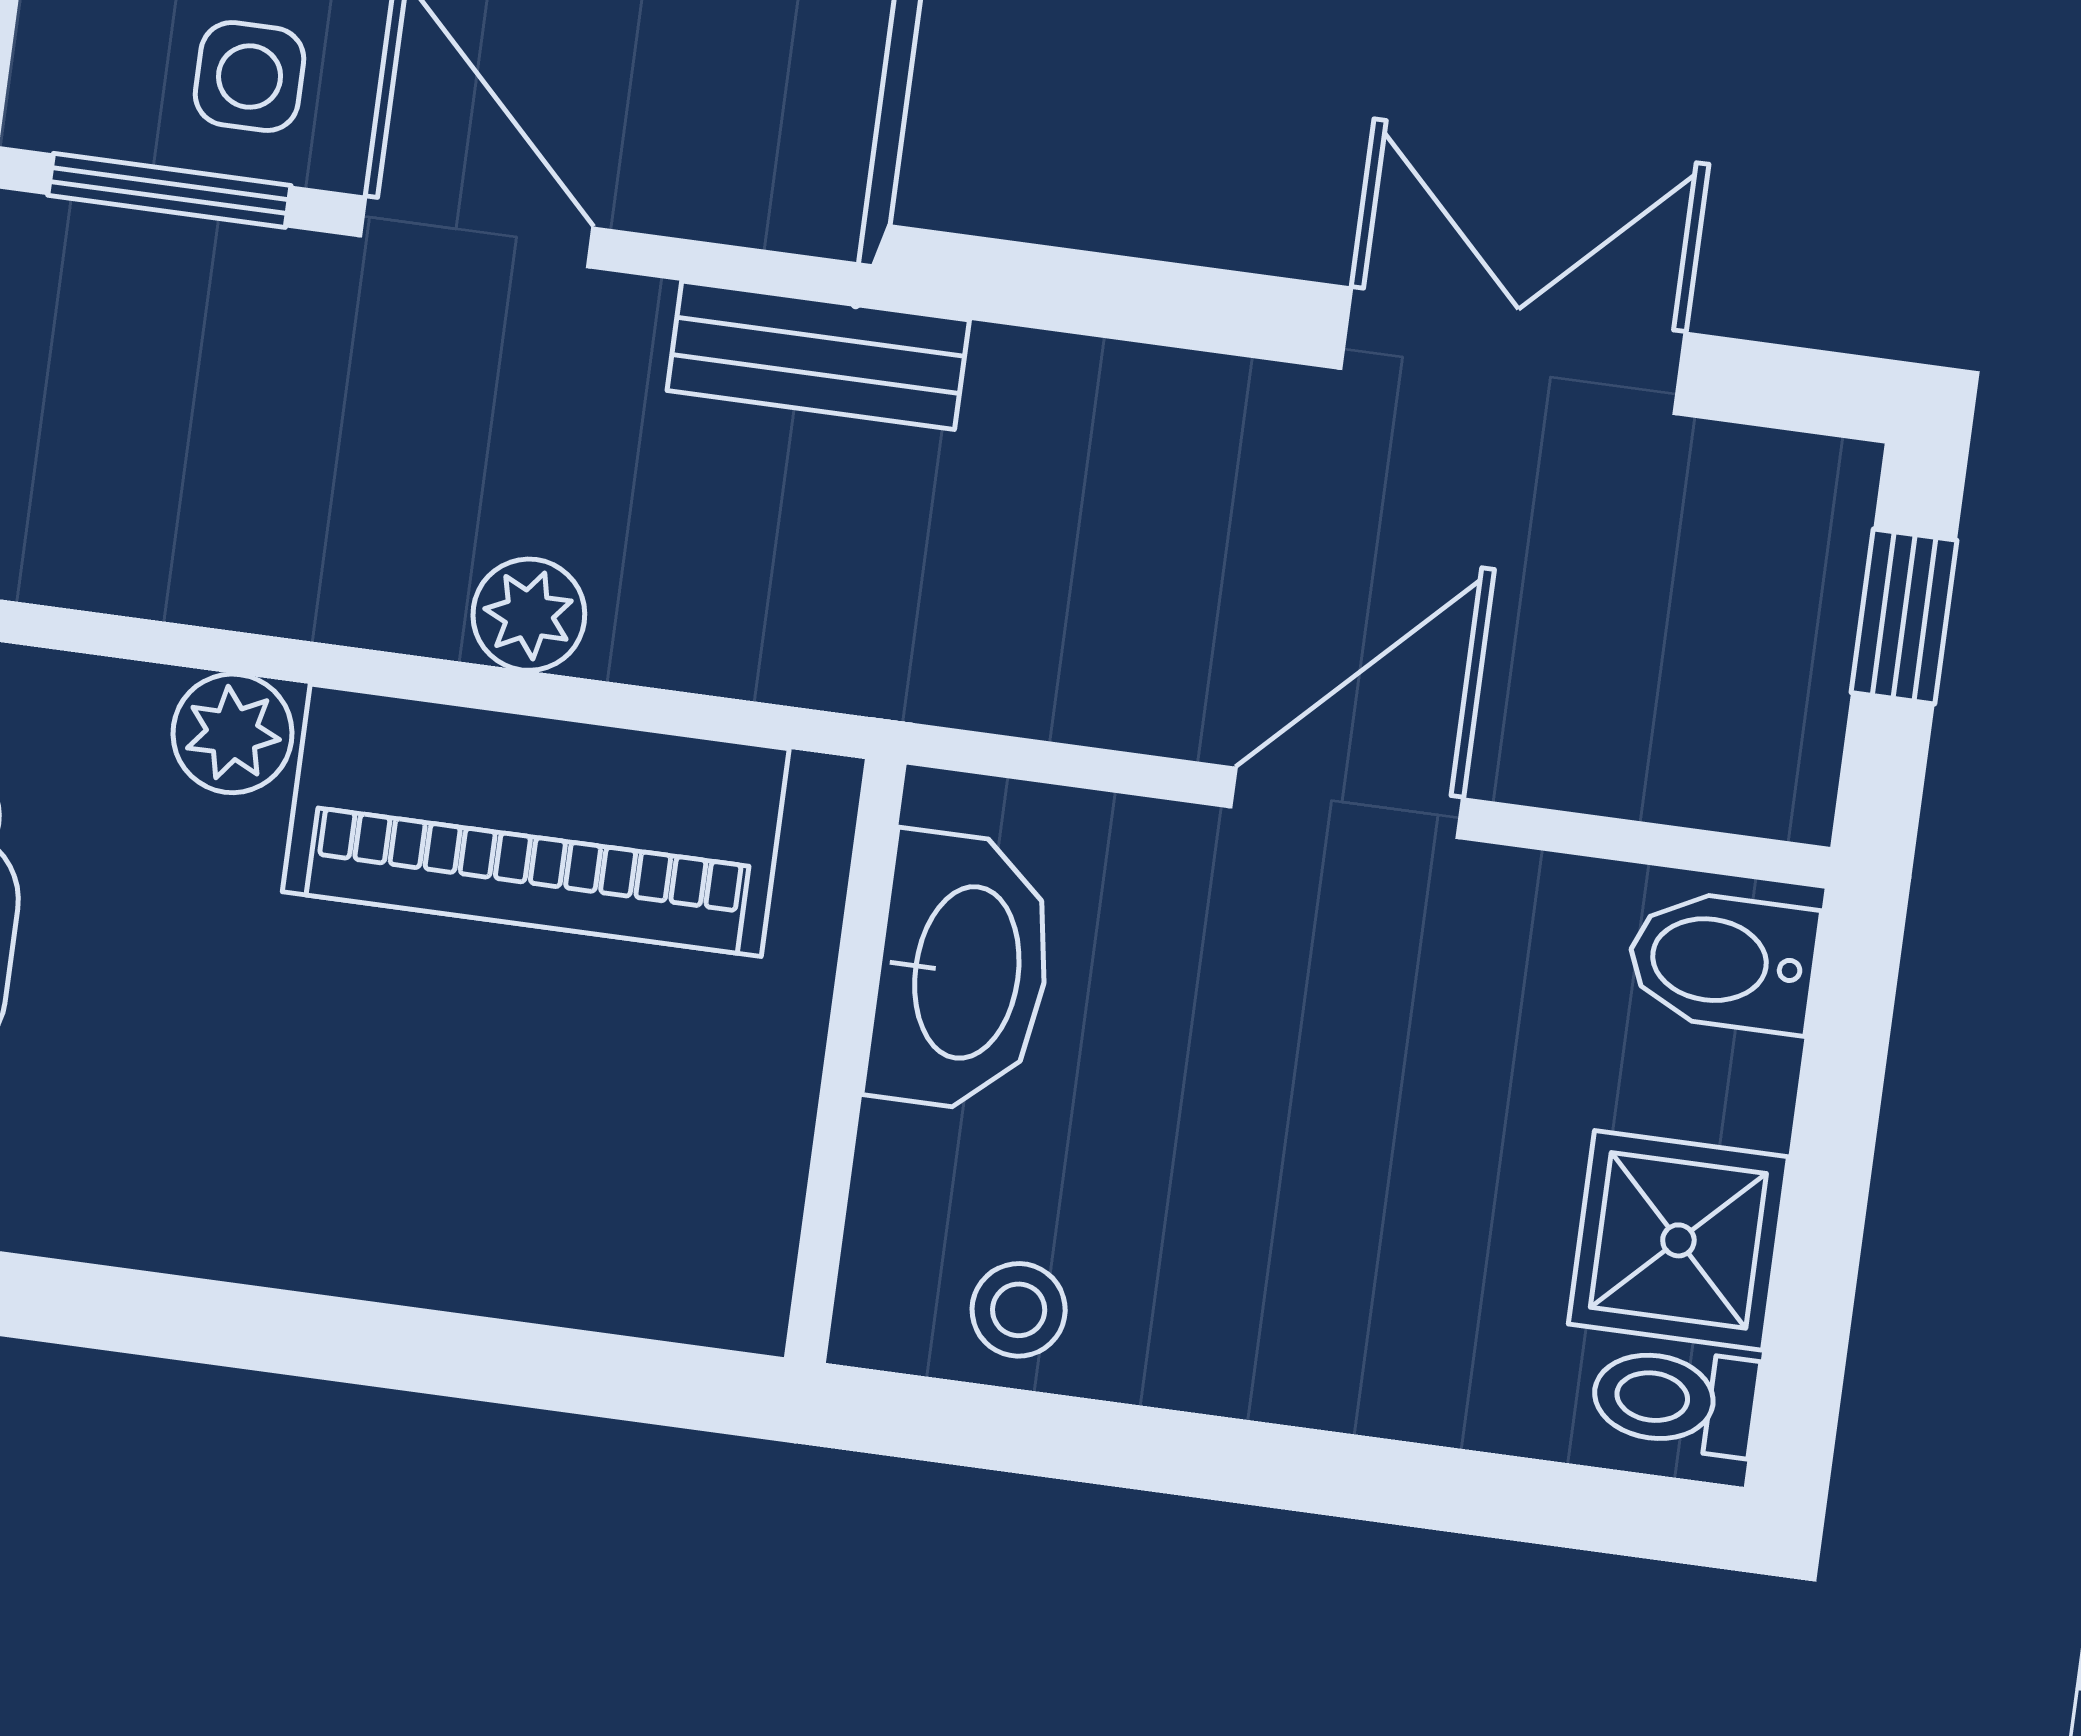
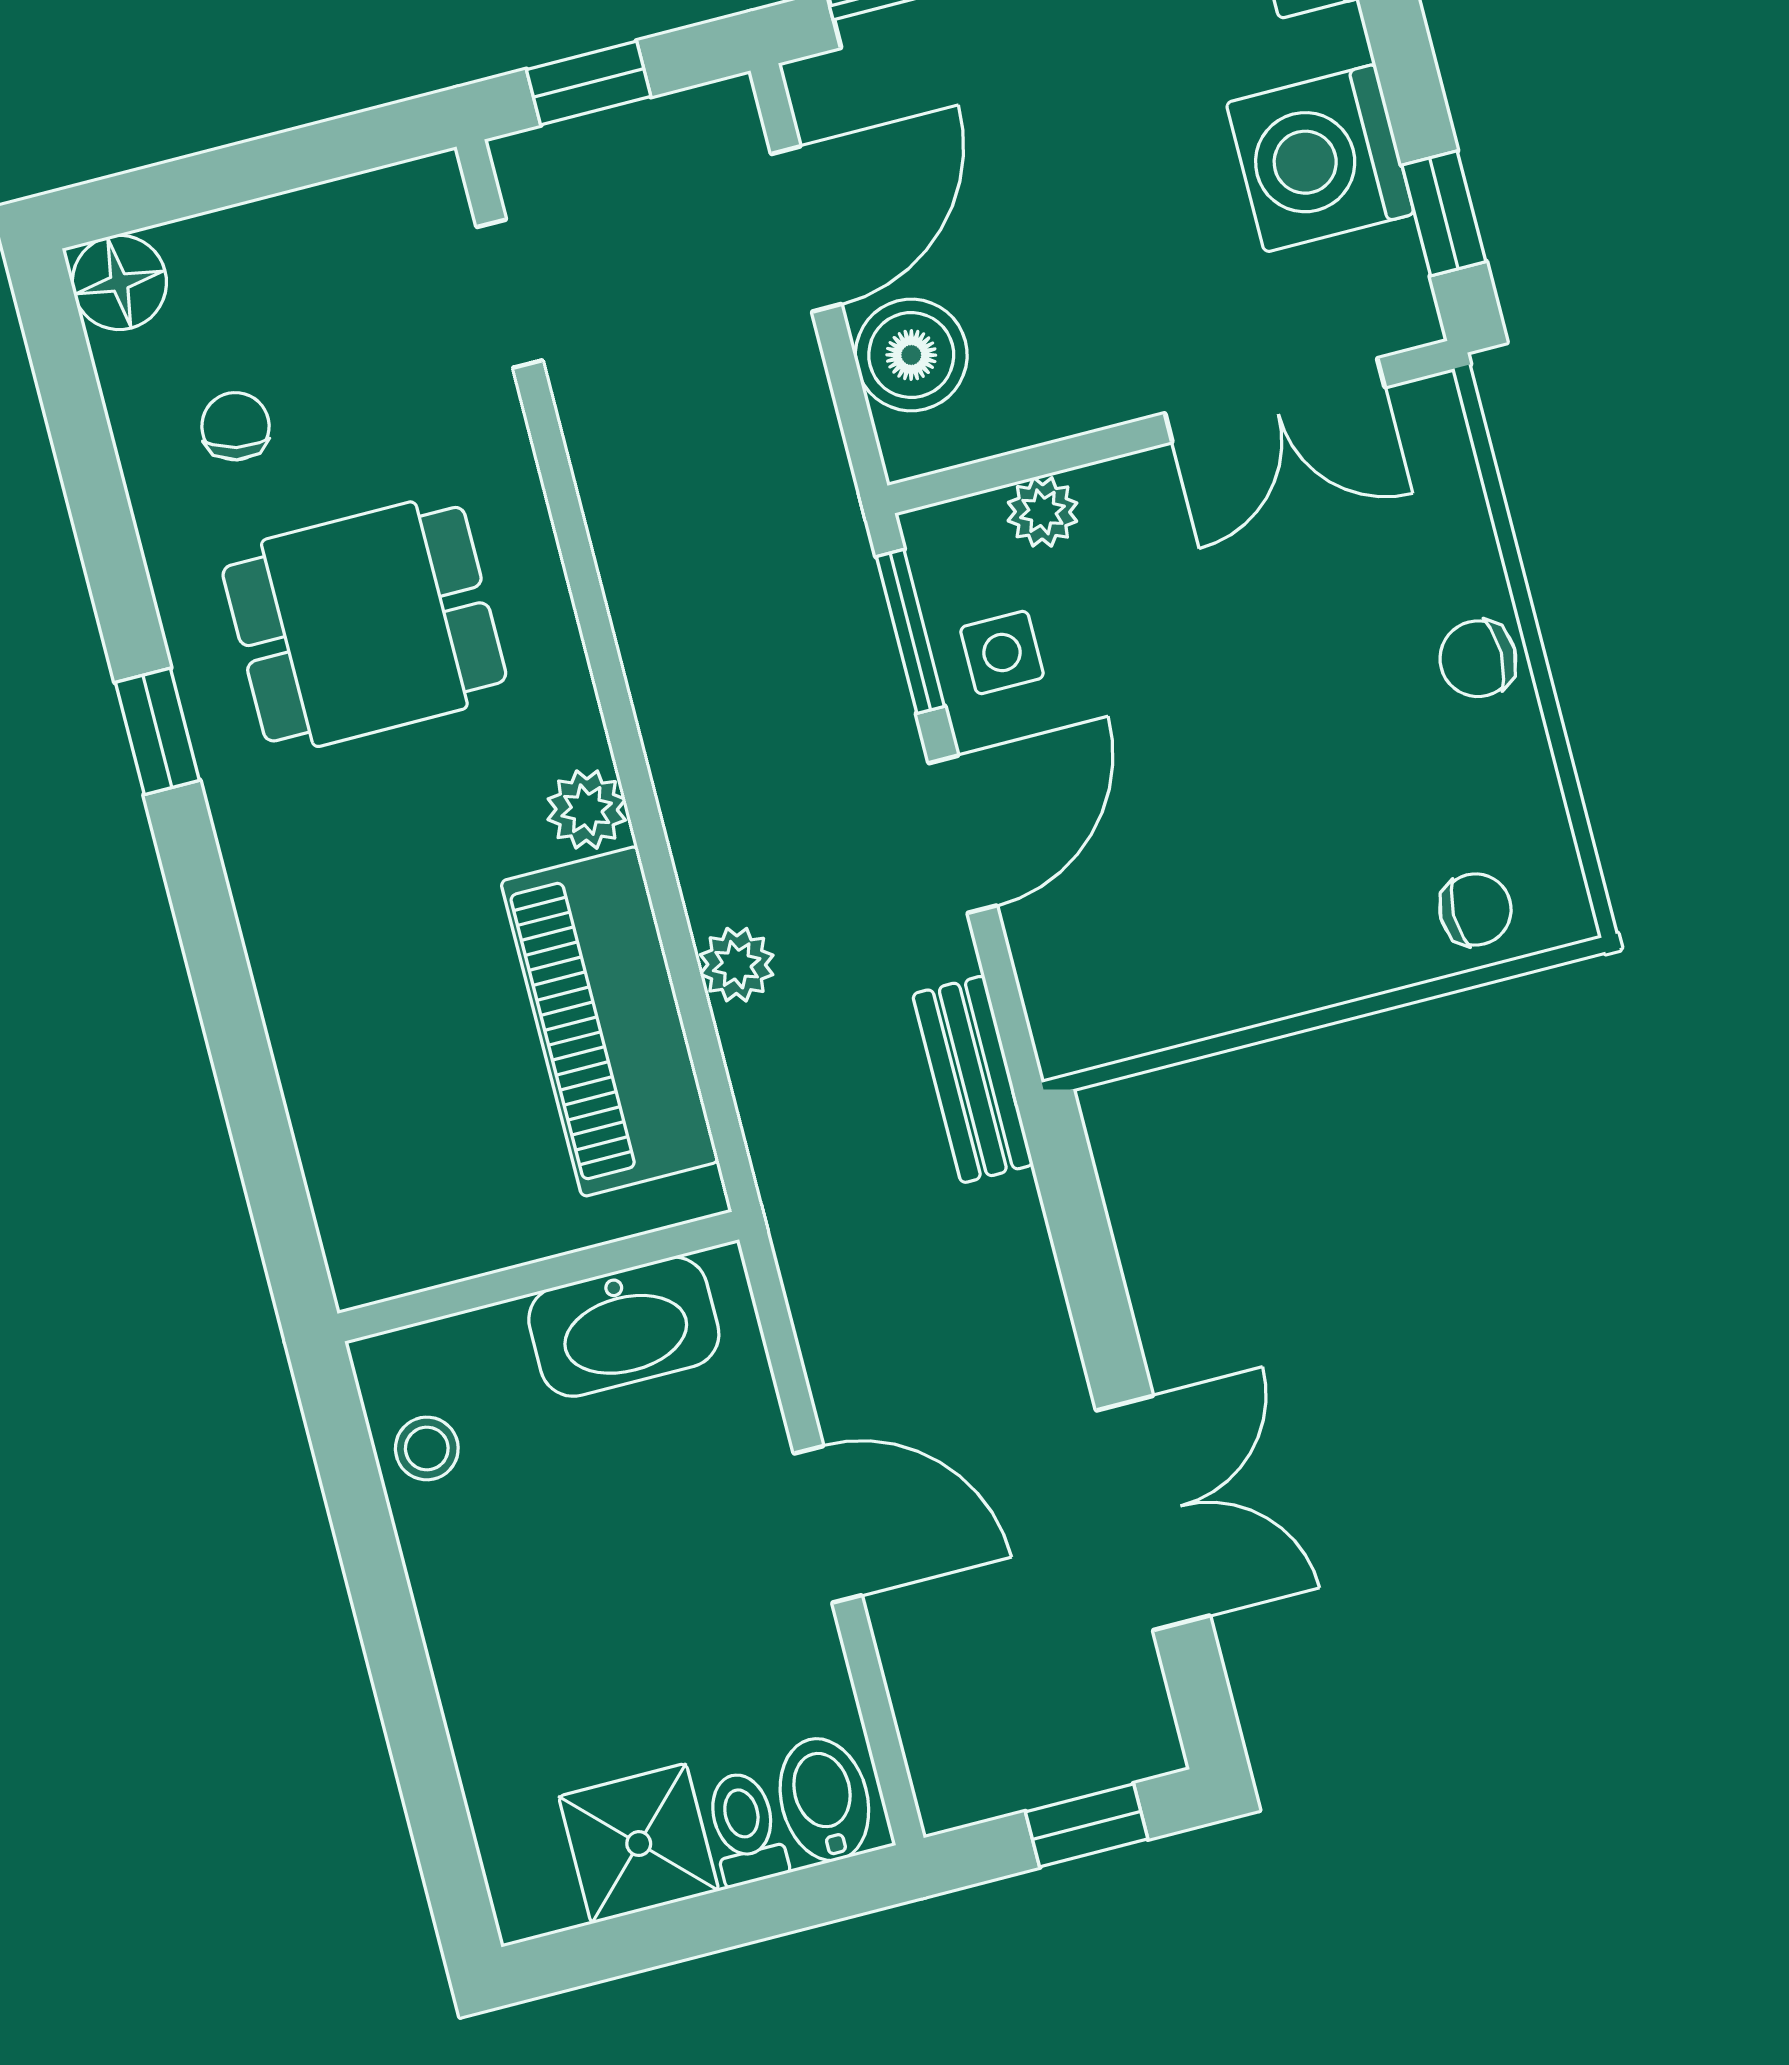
toilet: (1675, 1400) -> (745, 1828), moved

